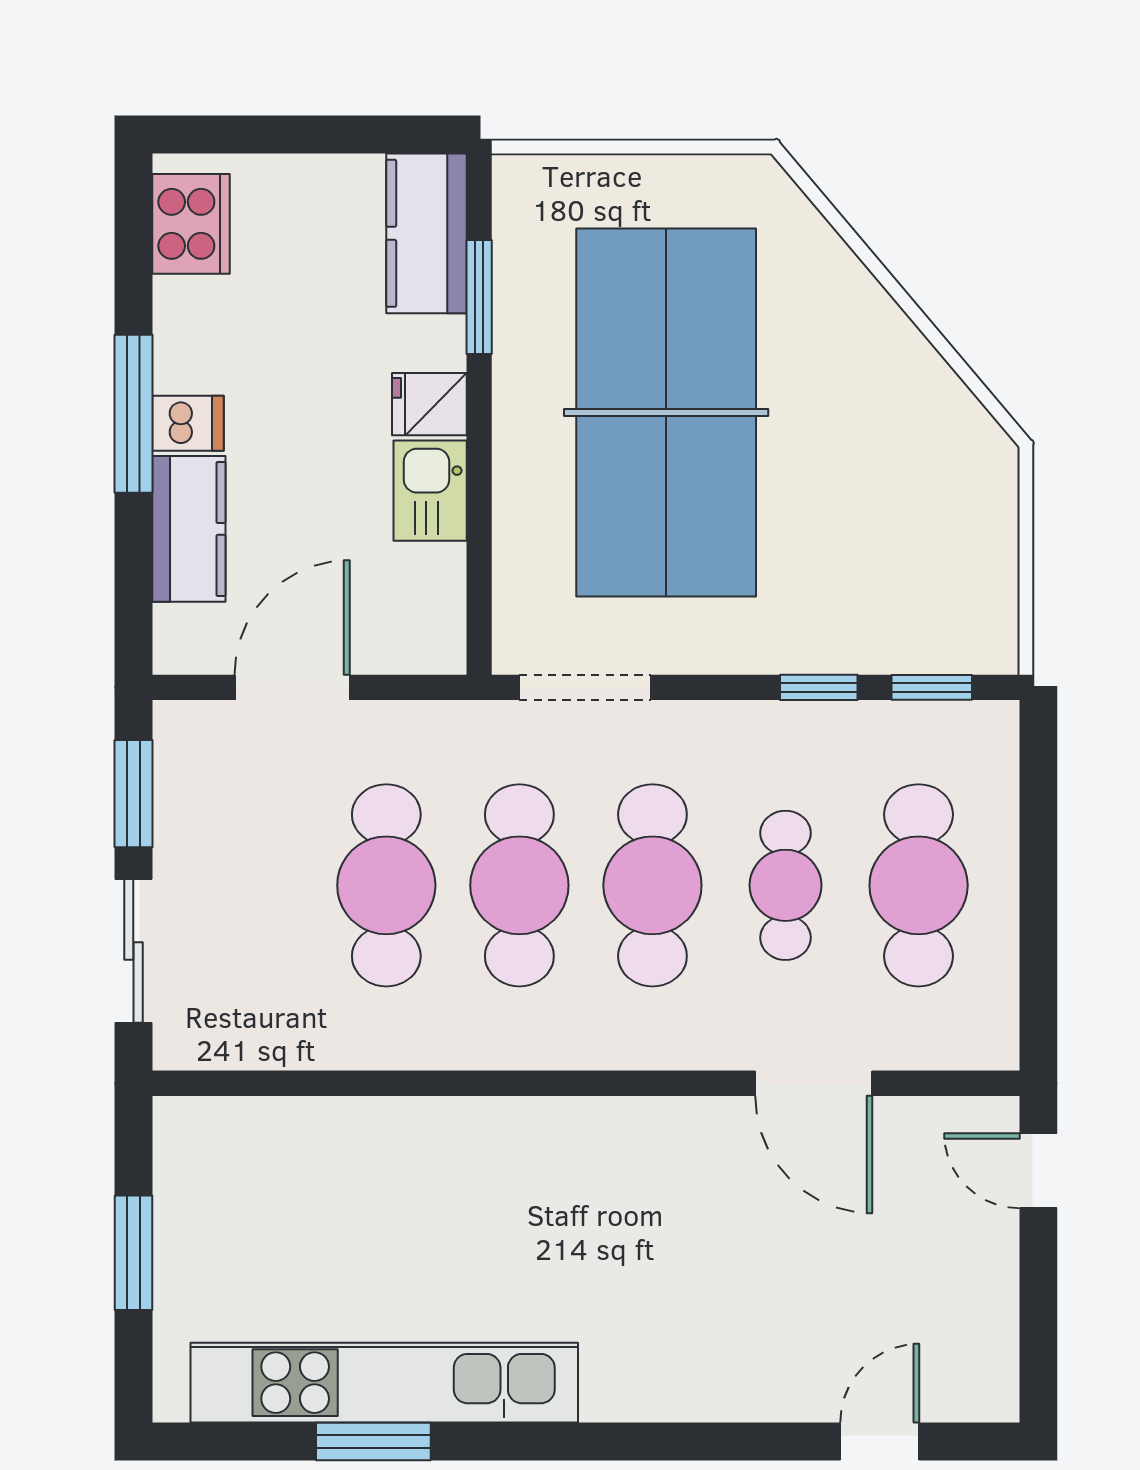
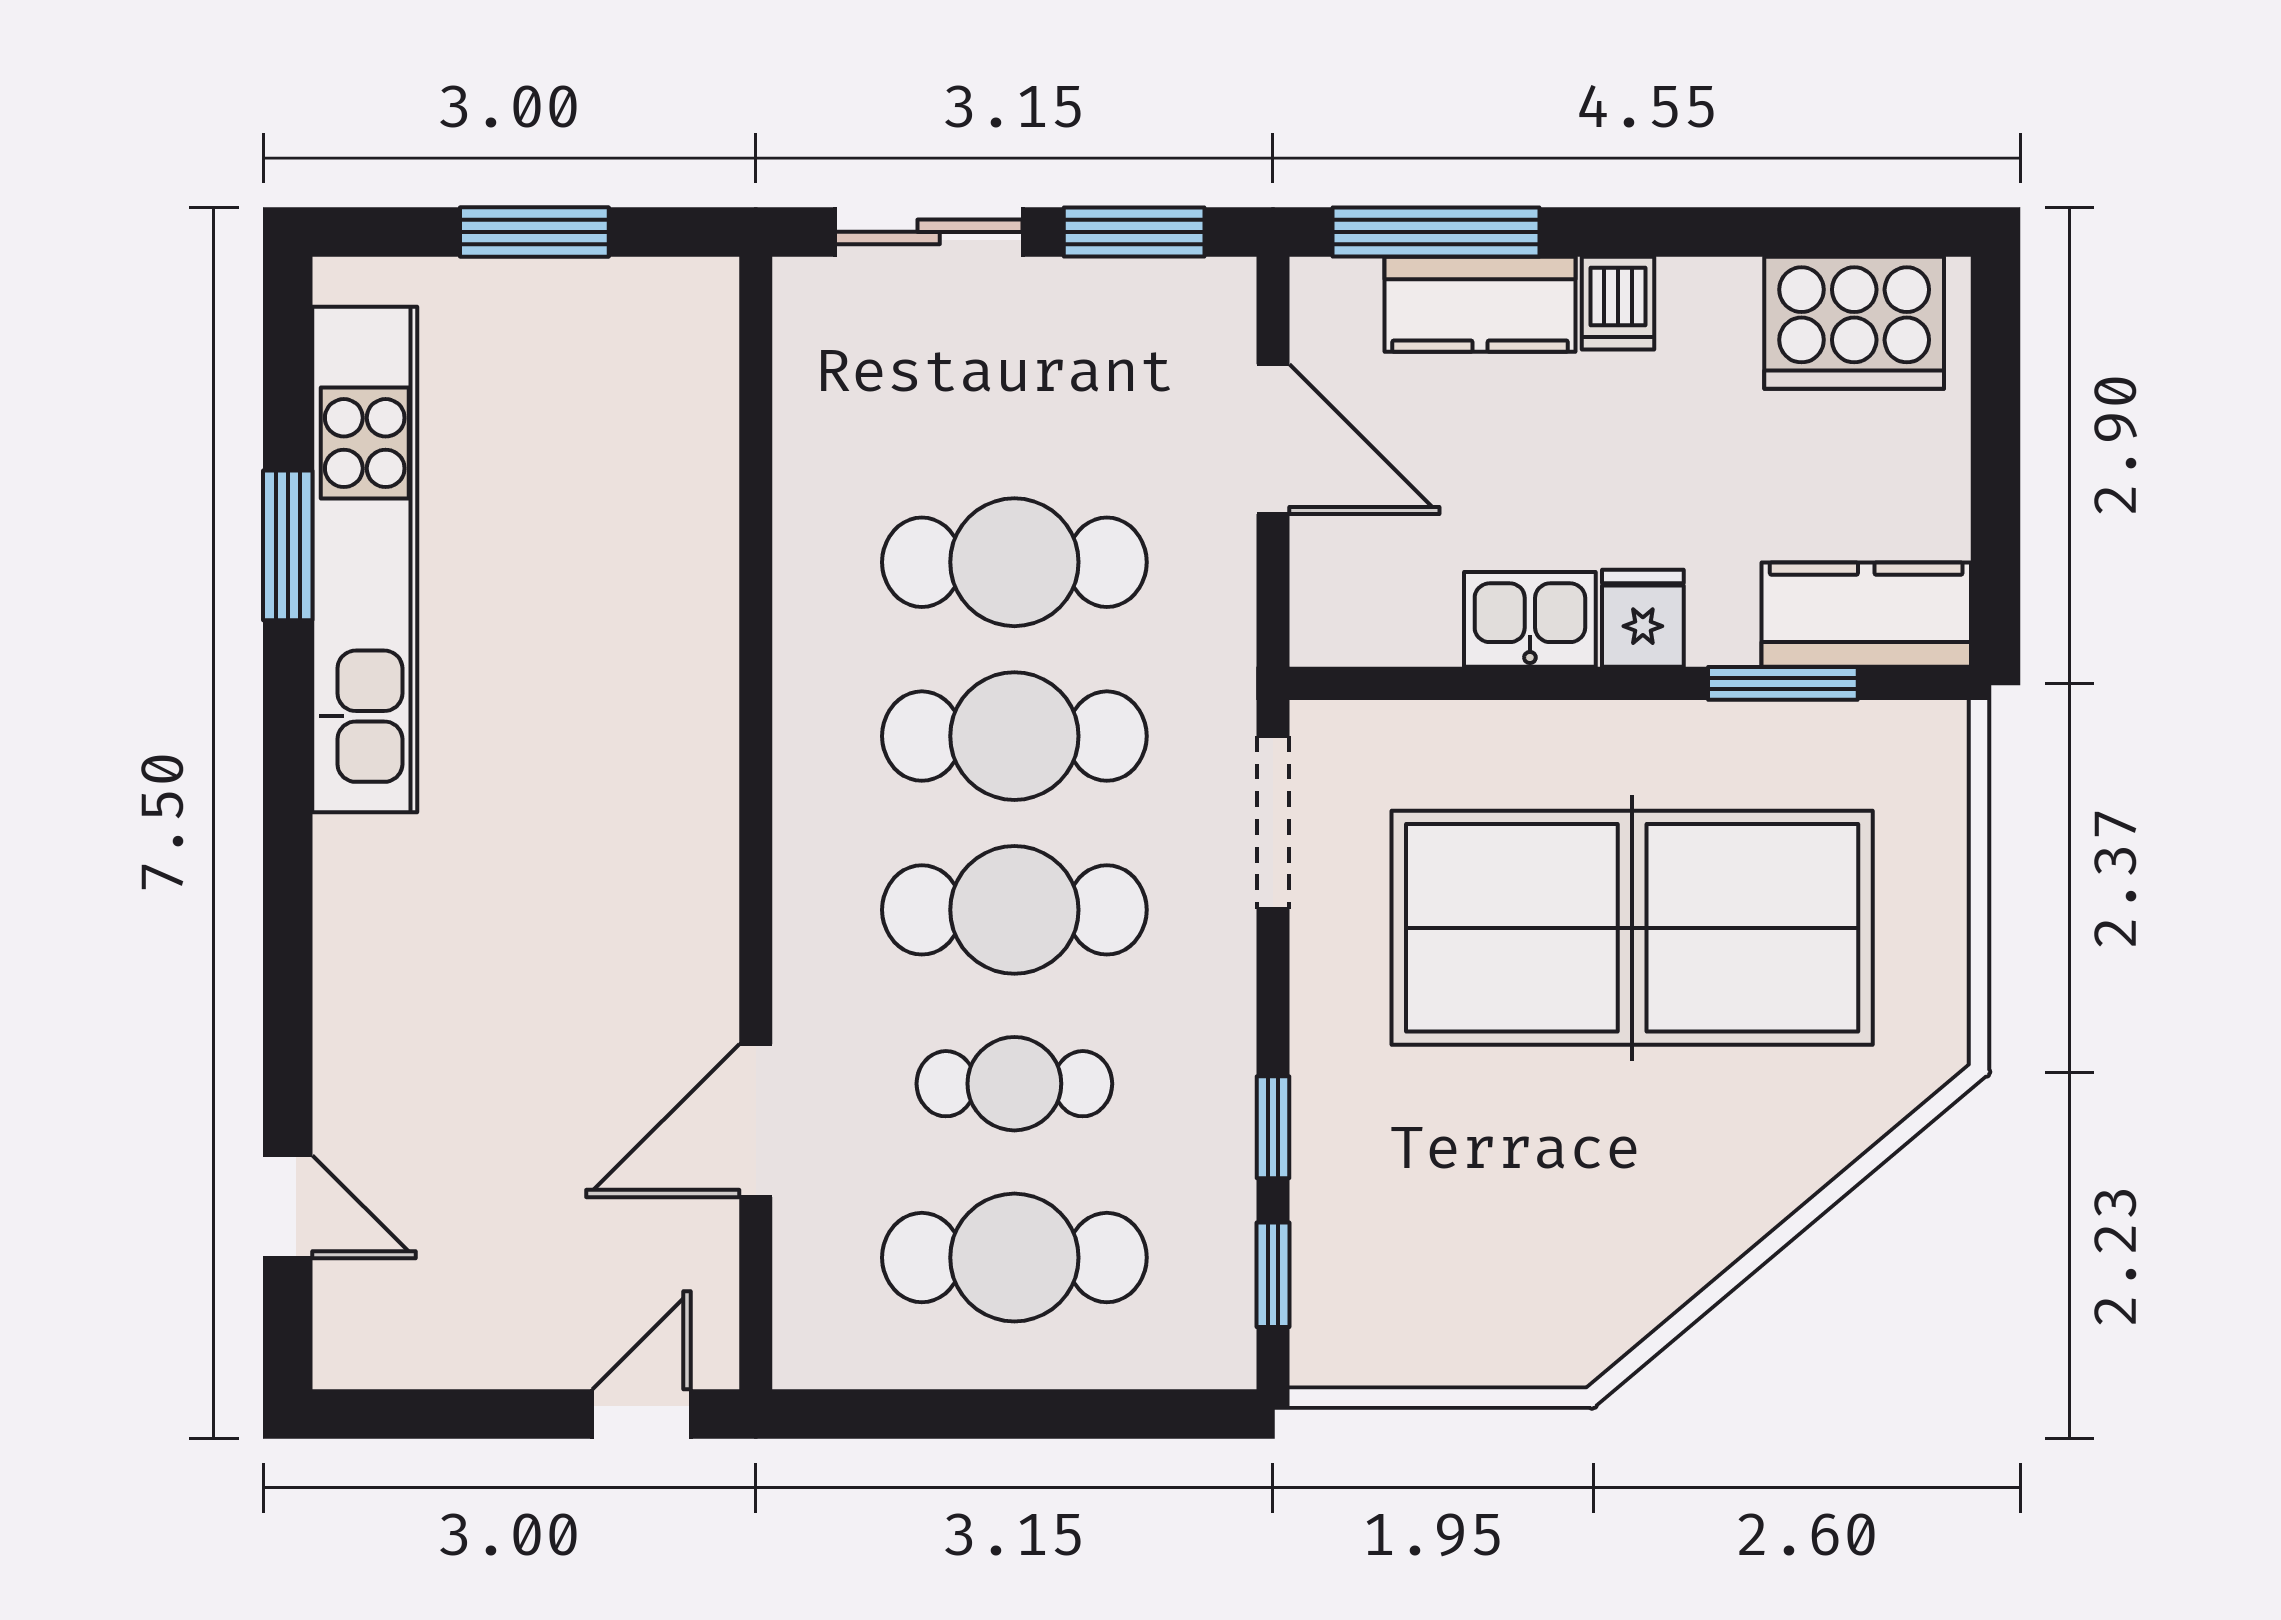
cooker: (191, 224) -> (1854, 323), width x1.37, depth x1.31
window: (133, 414) -> (1436, 232), moved

